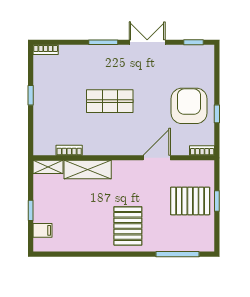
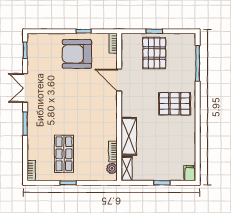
shop shelf: (110, 101) -> (64, 154), moved
plant: (48, 149) -> (112, 168), added
filing cabinet: (42, 230) -> (190, 173), moved

